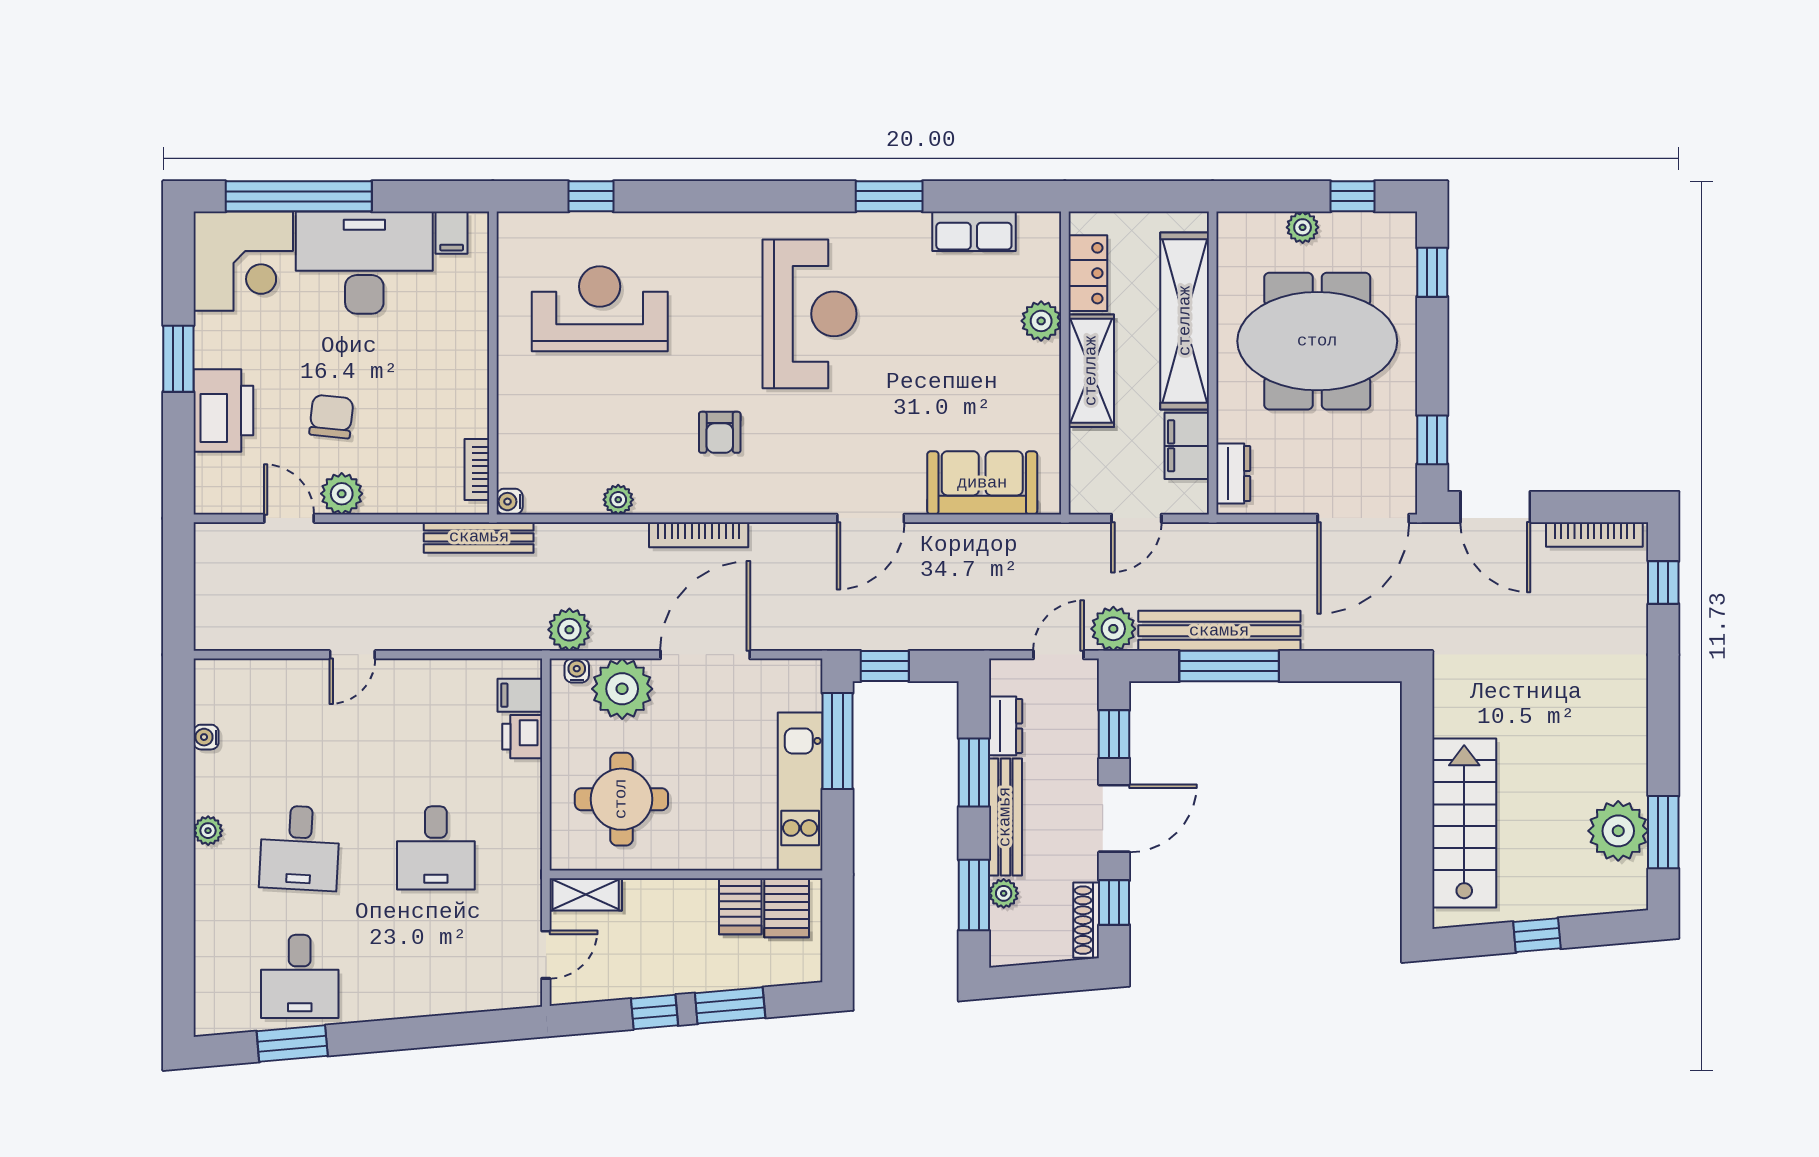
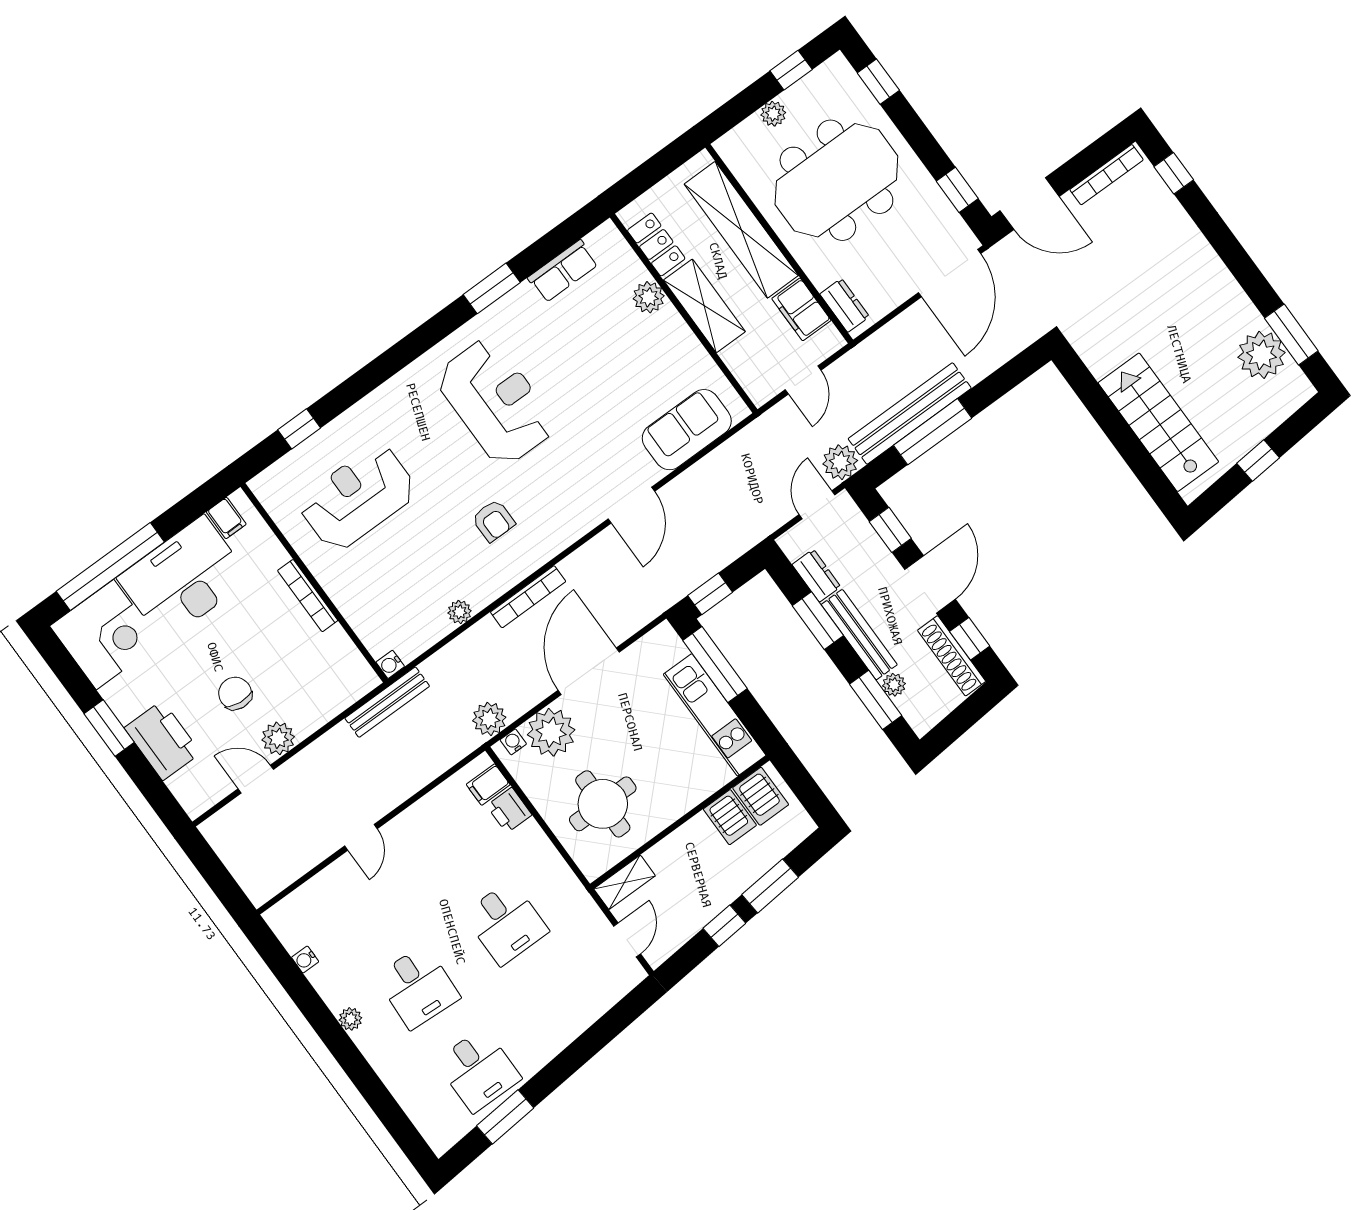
bookcase: (477, 470) -> (308, 596), moved, width x1.56
shoe rack: (1086, 920) -> (952, 656), width x1.36, depth x1.24

